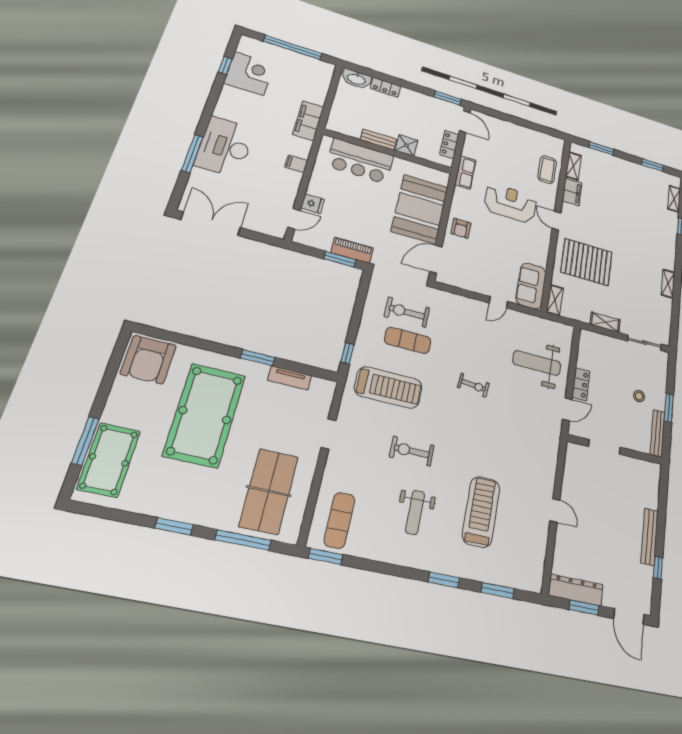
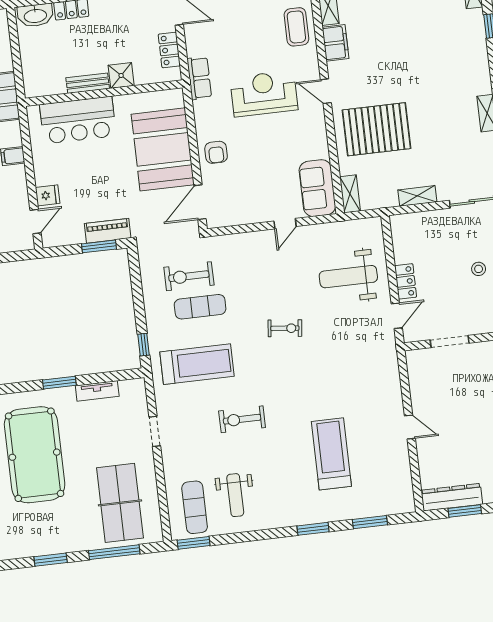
weight bench: (415, 512) -> (235, 495), moved

